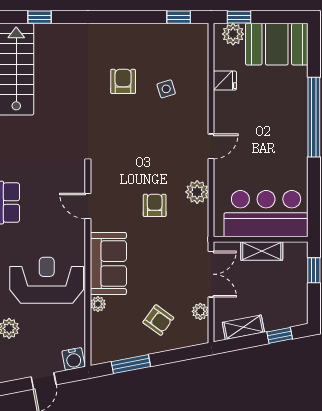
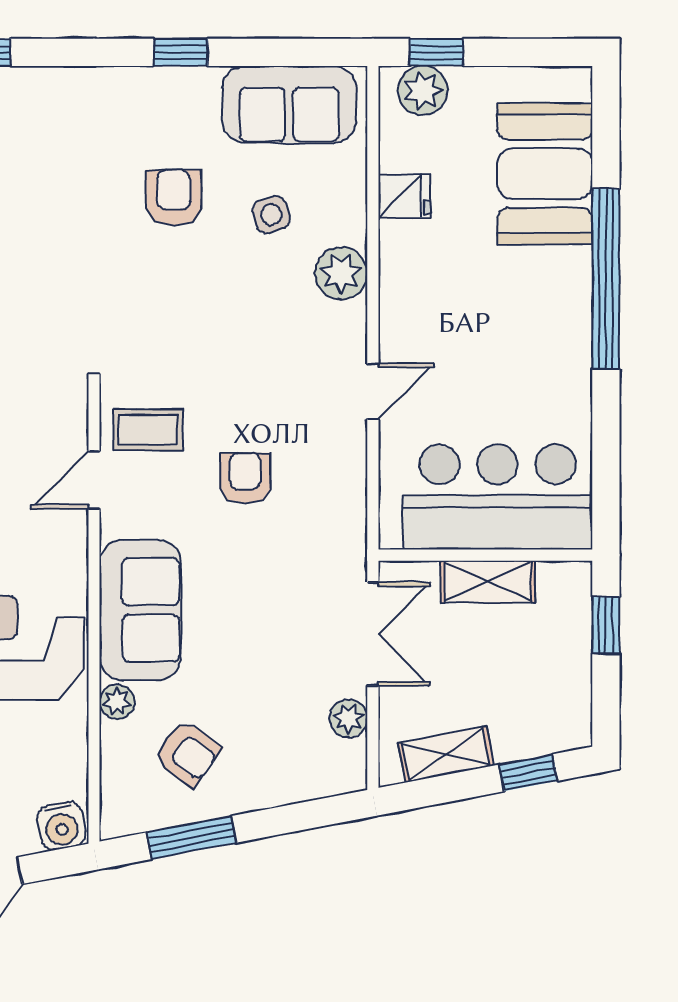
window: (179, 17) -> (181, 52), moved
sofa: (174, 40) -> (289, 104), added
booth: (277, 44) -> (545, 174), moved, turned 90
door: (211, 146) -> (373, 391), moved
coffee table: (112, 184) -> (148, 430), added
plant: (197, 192) -> (341, 273), moved
door: (88, 206) -> (94, 480), hinge flipped
armchair: (158, 320) -> (188, 753), moved

